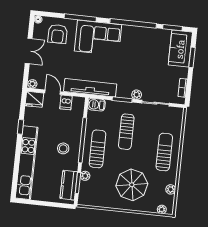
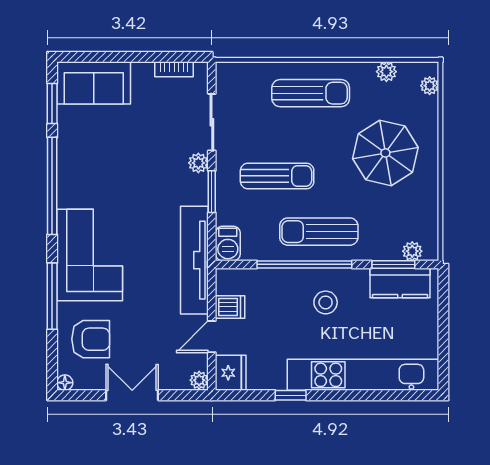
window: (192, 57) -> (109, 57), removed
sun lounger: (164, 152) -> (311, 93), turned 180
plant: (85, 176) -> (412, 251), moved

